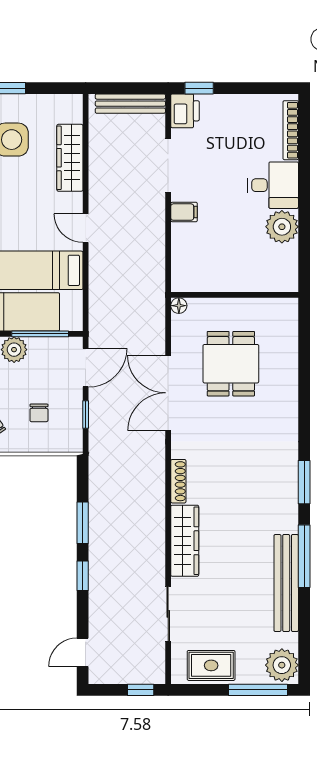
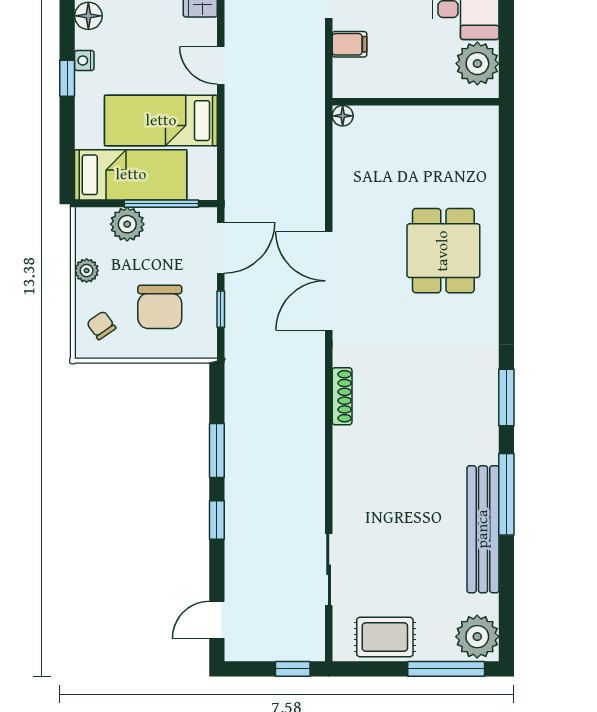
wall: (235, 295) -> (416, 102), moved
floor lamp: (179, 306) -> (343, 116), moved
dining table: (231, 364) -> (443, 251), moved
chair: (39, 413) -> (160, 307), width x1.87, depth x1.87
wardrobe: (185, 541) -> (350, 474), removed

